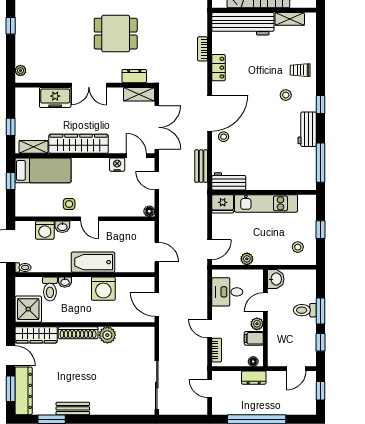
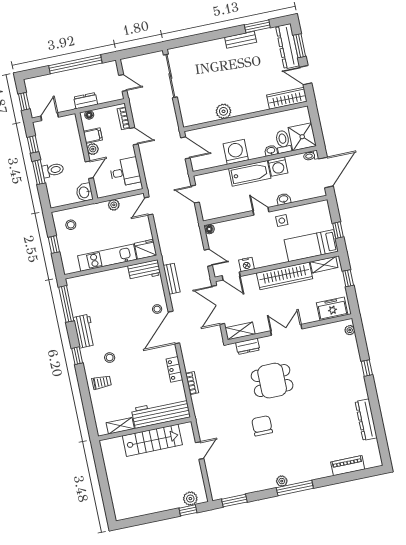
freezer: (55, 97) -> (332, 309), moved
washing machine: (45, 230) -> (278, 167), moved, turned 180
shower: (28, 309) -> (302, 137), moved
shoe rack: (78, 333) -> (250, 108), removed

